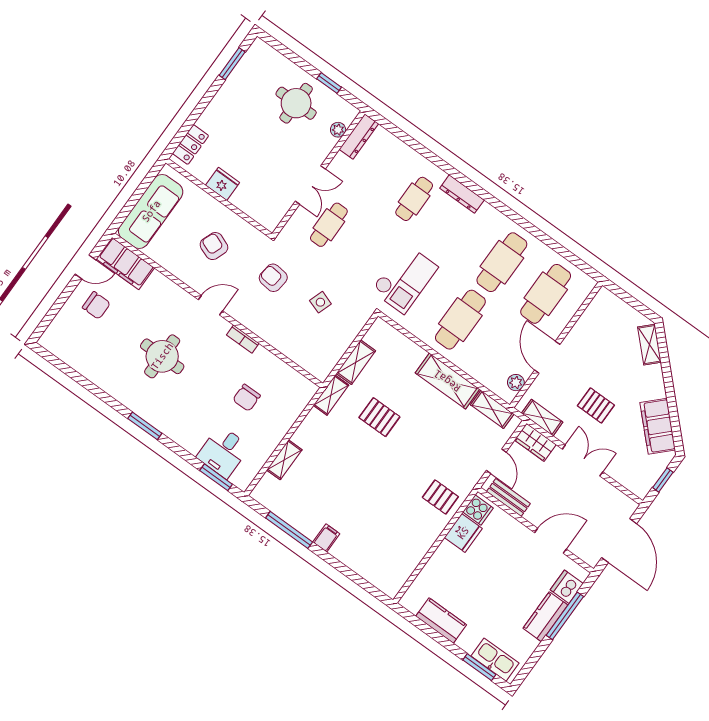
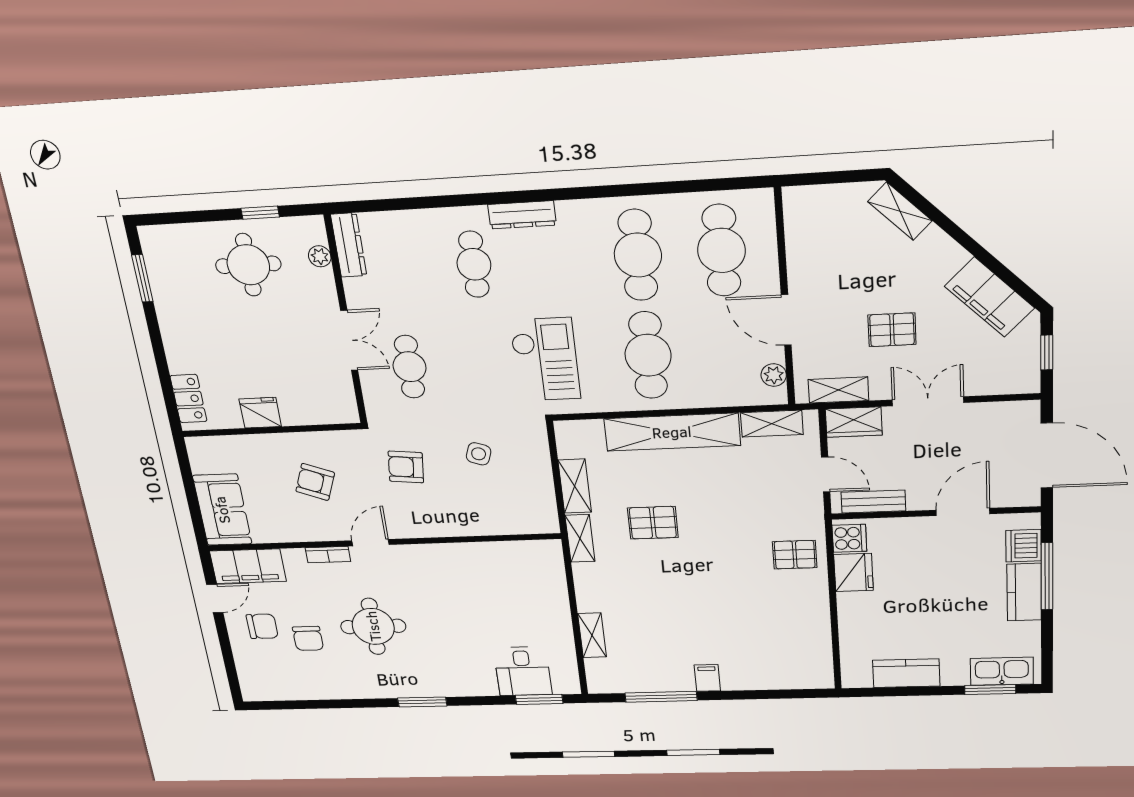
sofa: (151, 211) -> (222, 510), width x0.73
bookcase: (243, 339) -> (328, 555), moved
shelving: (447, 381) -> (672, 432), width x1.47
chair: (247, 398) -> (308, 638), moved

